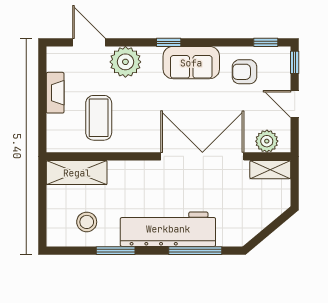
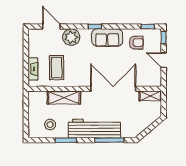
armchair: (244, 72) -> (136, 43), turned 180
fireplace: (55, 93) -> (33, 69), moved
plant: (267, 141) -> (148, 80), removed
shelving: (77, 173) -> (64, 98), moved

